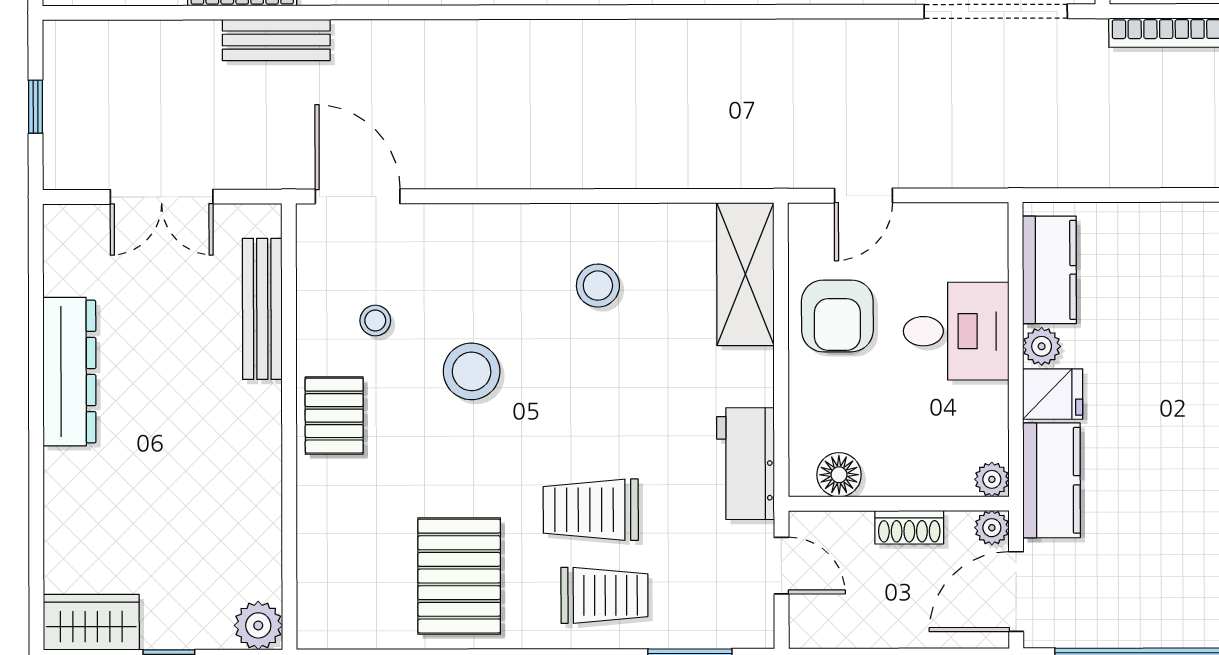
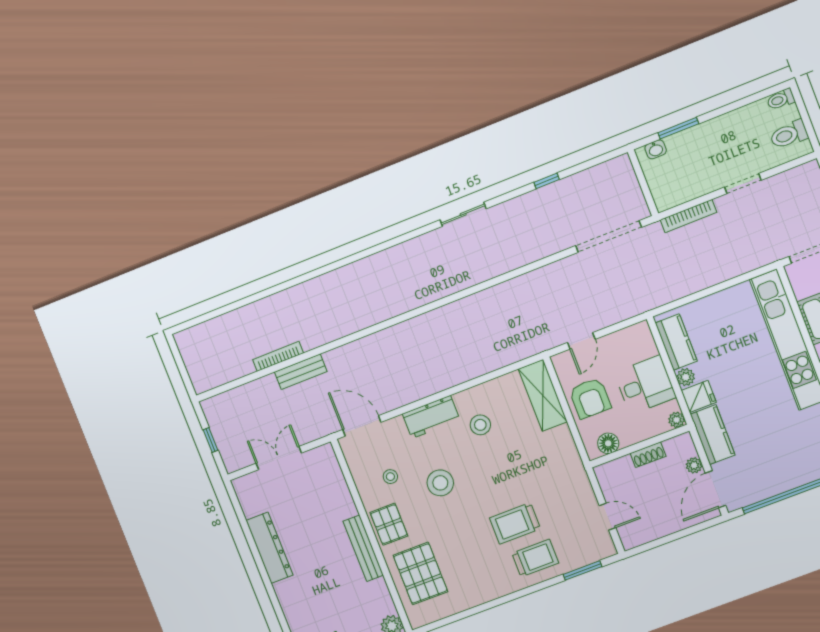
double door: (162, 197) -> (279, 458), swing flipped
bench: (262, 309) -> (363, 548), moved
workbench: (746, 464) -> (431, 417), moved, turned -90
floor lamp: (839, 475) -> (608, 443), moved
plant: (992, 479) -> (677, 420), moved
wall: (899, 504) -> (639, 446), moved
shoe rack: (909, 527) -> (648, 455), moved
pallet: (459, 576) -> (420, 574), moved

